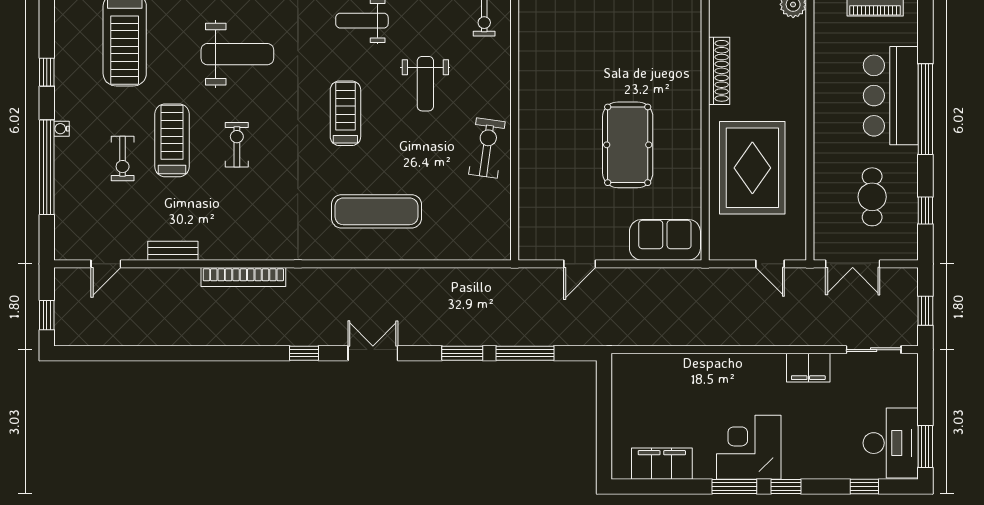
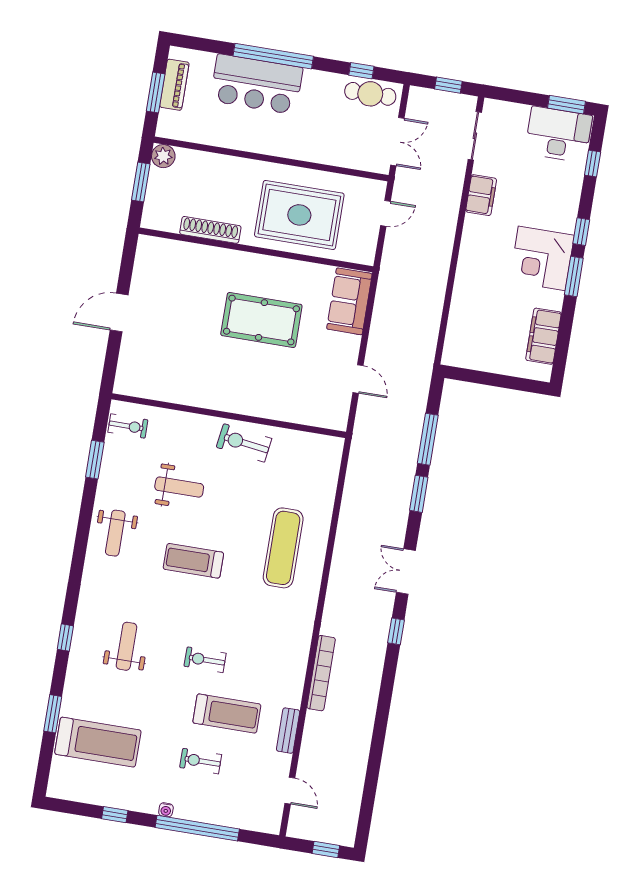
weight bench: (237, 54) -> (126, 646), width x0.73, depth x0.75
treadmill: (172, 140) -> (227, 714), moved, turned 180
exercise bike: (123, 159) -> (201, 761), turned 180
cafe table: (872, 197) -> (370, 94), moved

